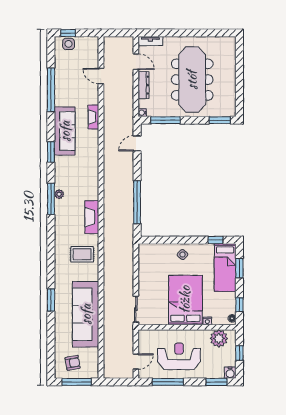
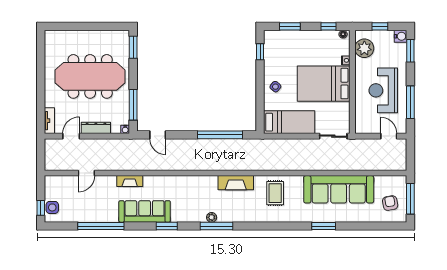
bed: (225, 268) -> (289, 122), moved

